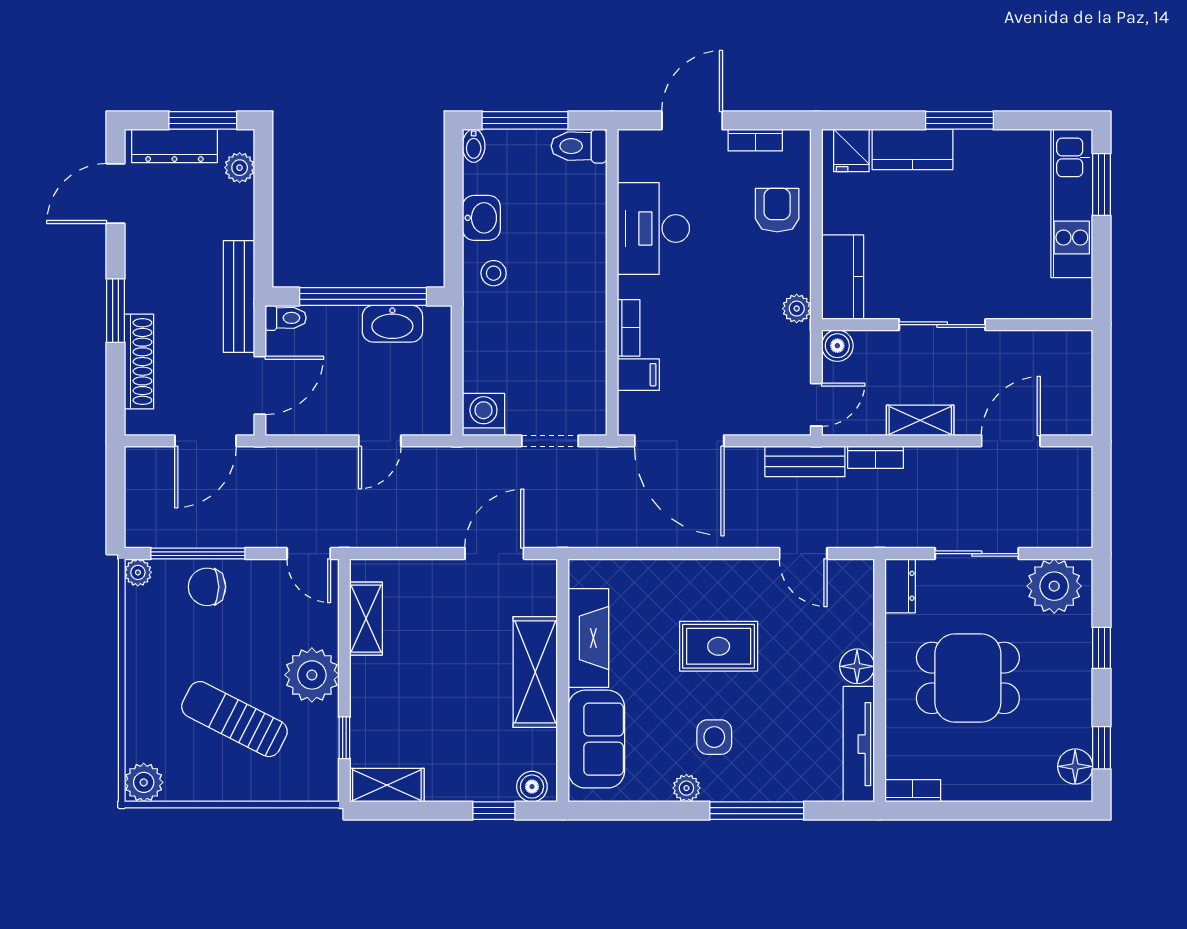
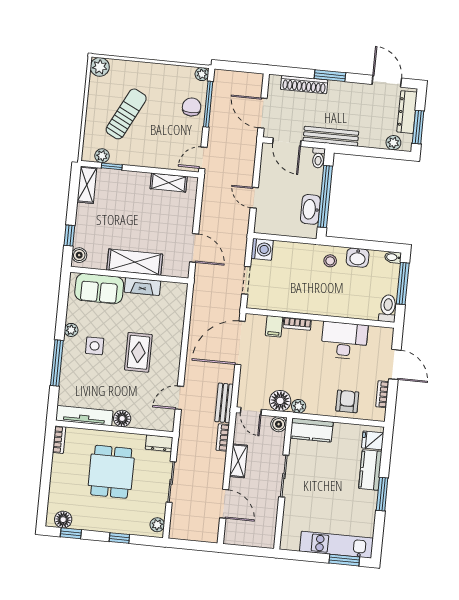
armchair: (777, 210) -> (347, 401), turned -90
floor lamp: (789, 347) -> (280, 401), added
plant: (1054, 586) -> (157, 525), width x0.53, depth x0.53
fireplace: (588, 638) -> (142, 286), width x0.73, depth x0.76
plant: (312, 675) -> (102, 156), moved, width x0.53, depth x0.53

